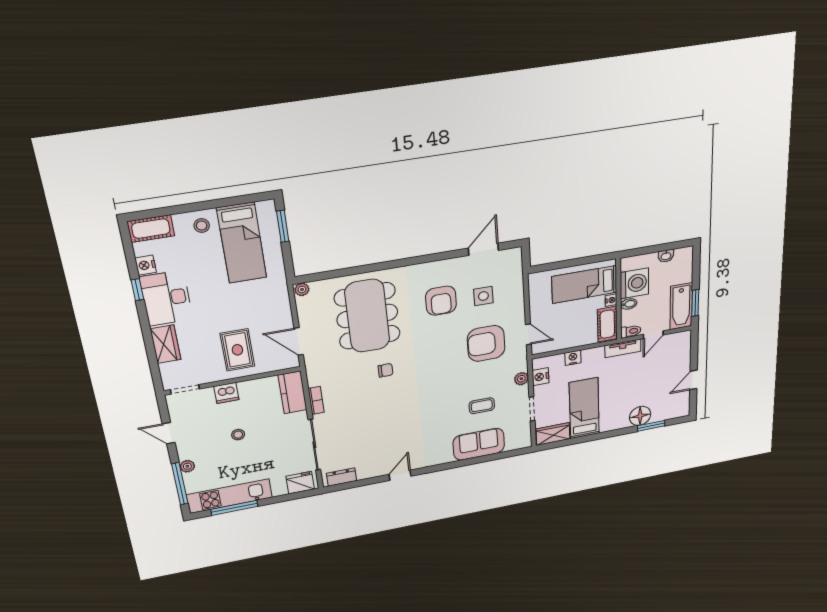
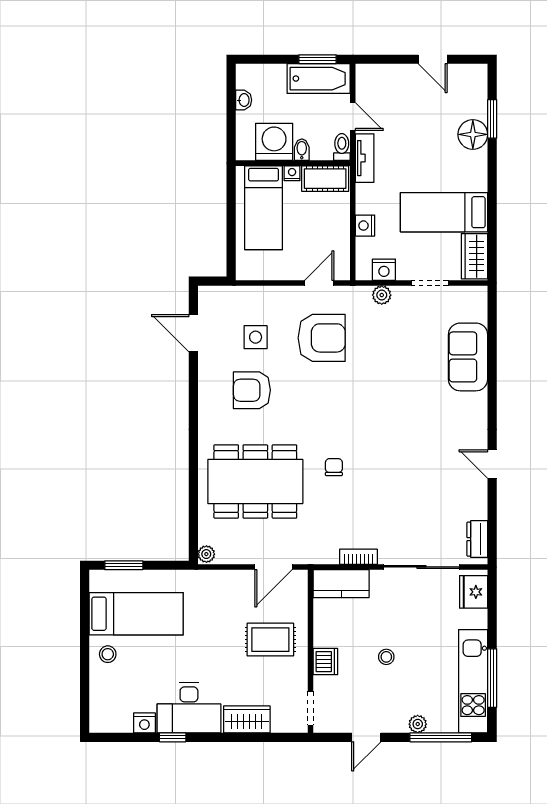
cot: (151, 229) -> (102, 709), removed
armchair: (441, 301) -> (252, 390), turned 180
armchair: (486, 343) -> (322, 338), turned -90
coffee table: (482, 406) -> (411, 349), removed

